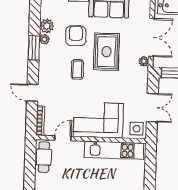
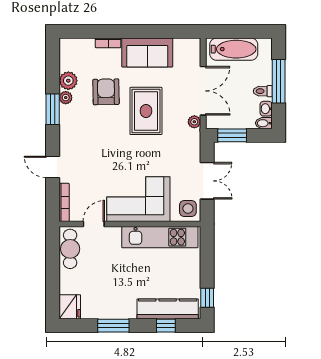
coffee table: (77, 69) -> (109, 135), removed

